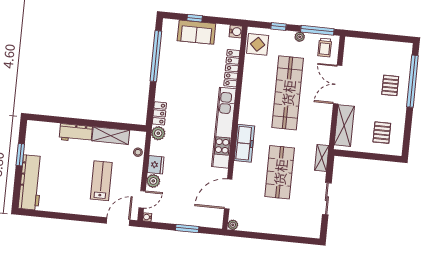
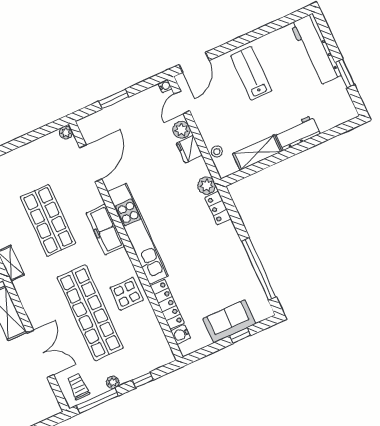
water cooler: (236, 31) -> (181, 335), moved
display table: (258, 44) -> (127, 294), moved
lab bench: (101, 181) -> (251, 73), moved, turned 180

